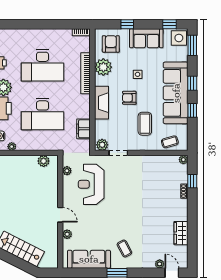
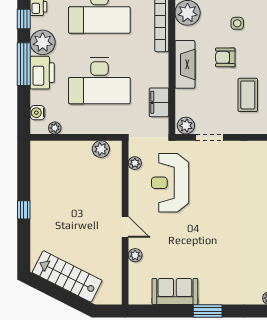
coffee table: (124, 249) -> (218, 276), removed
sofa: (89, 259) -> (175, 291), width x0.73

